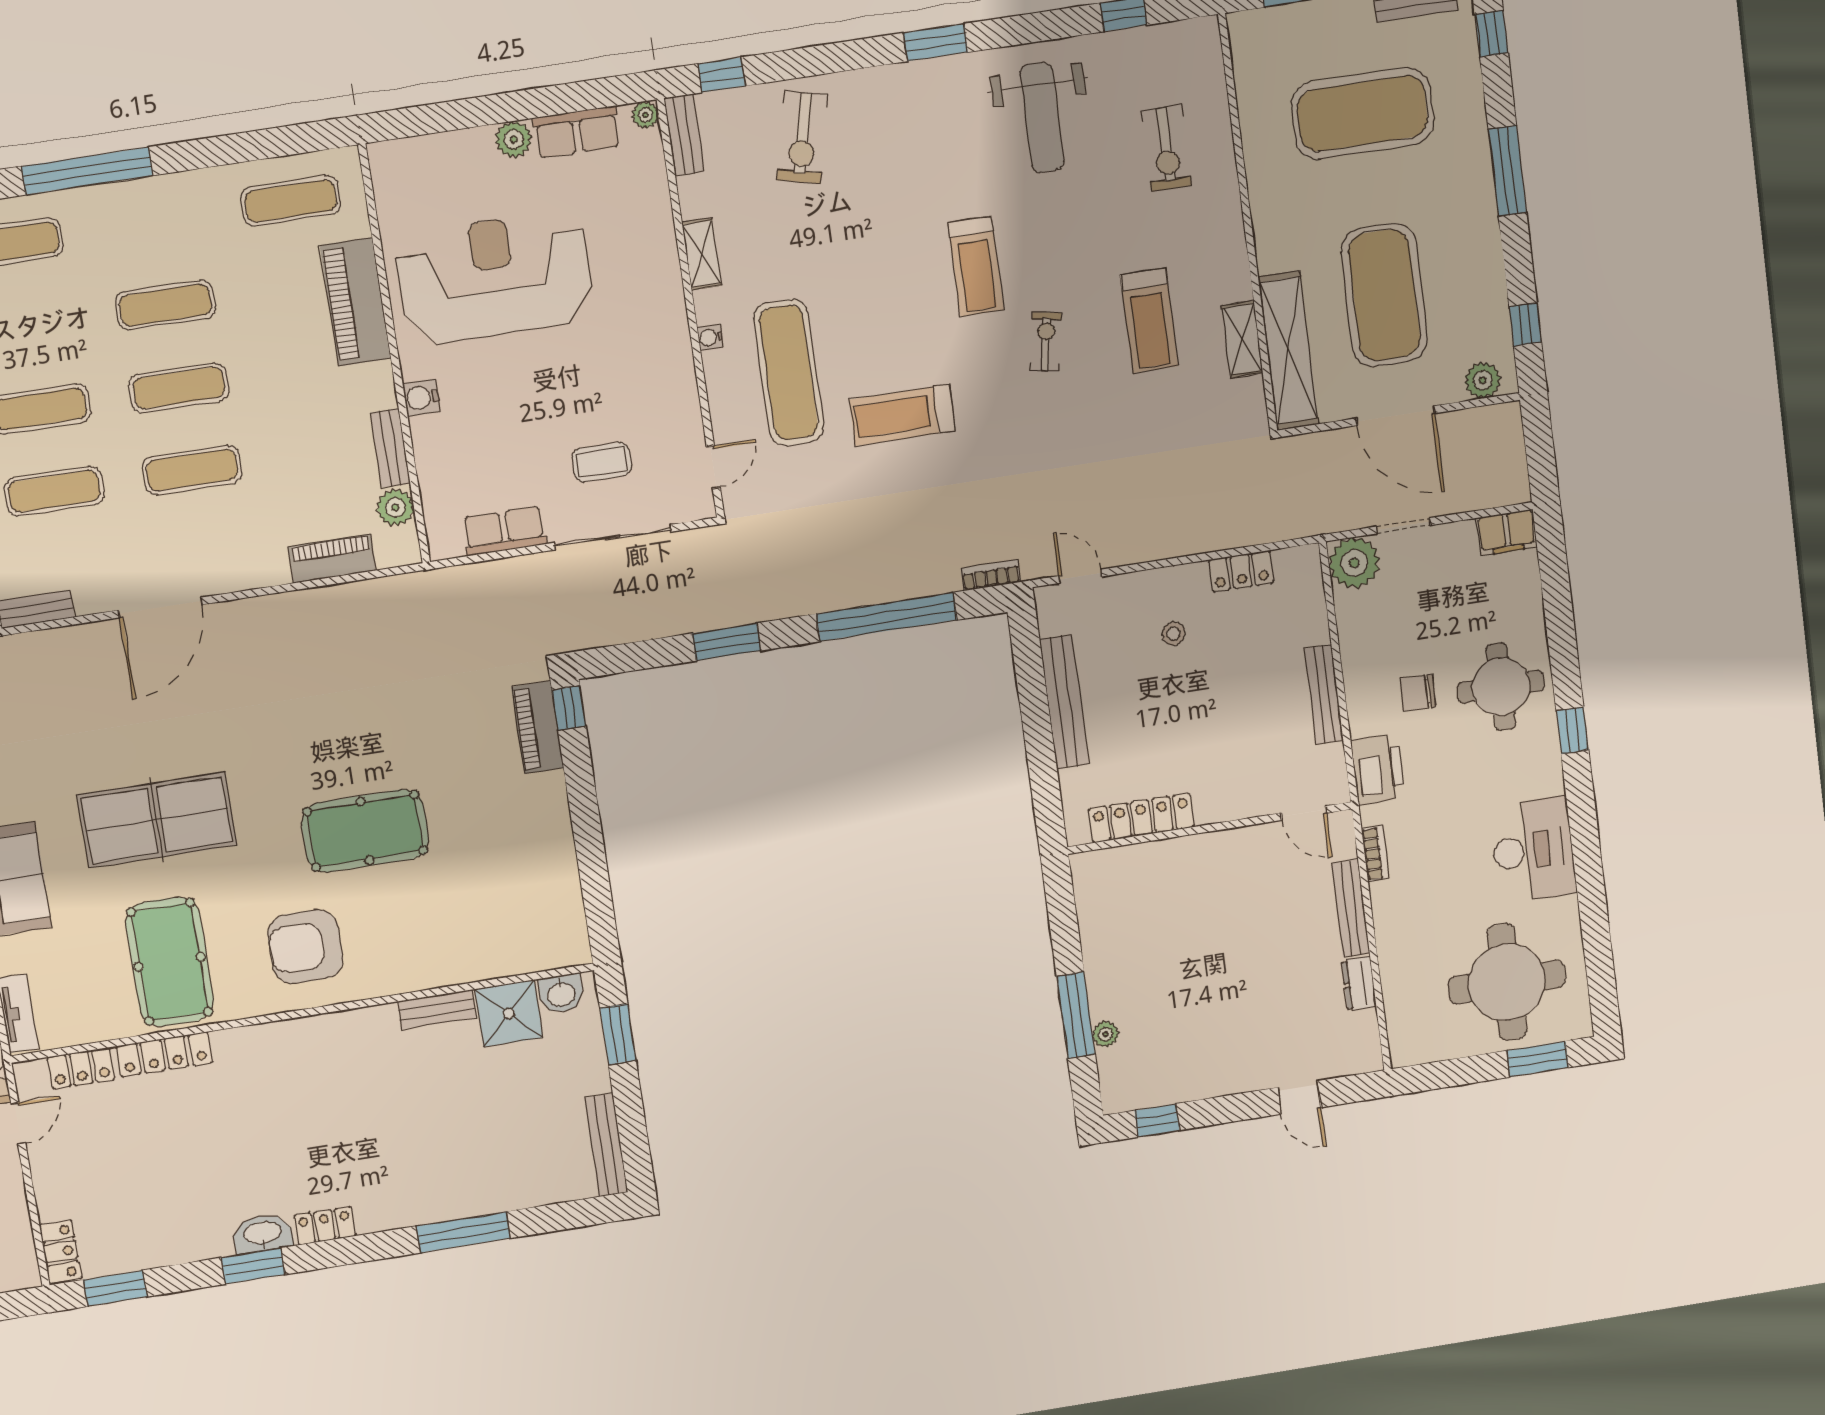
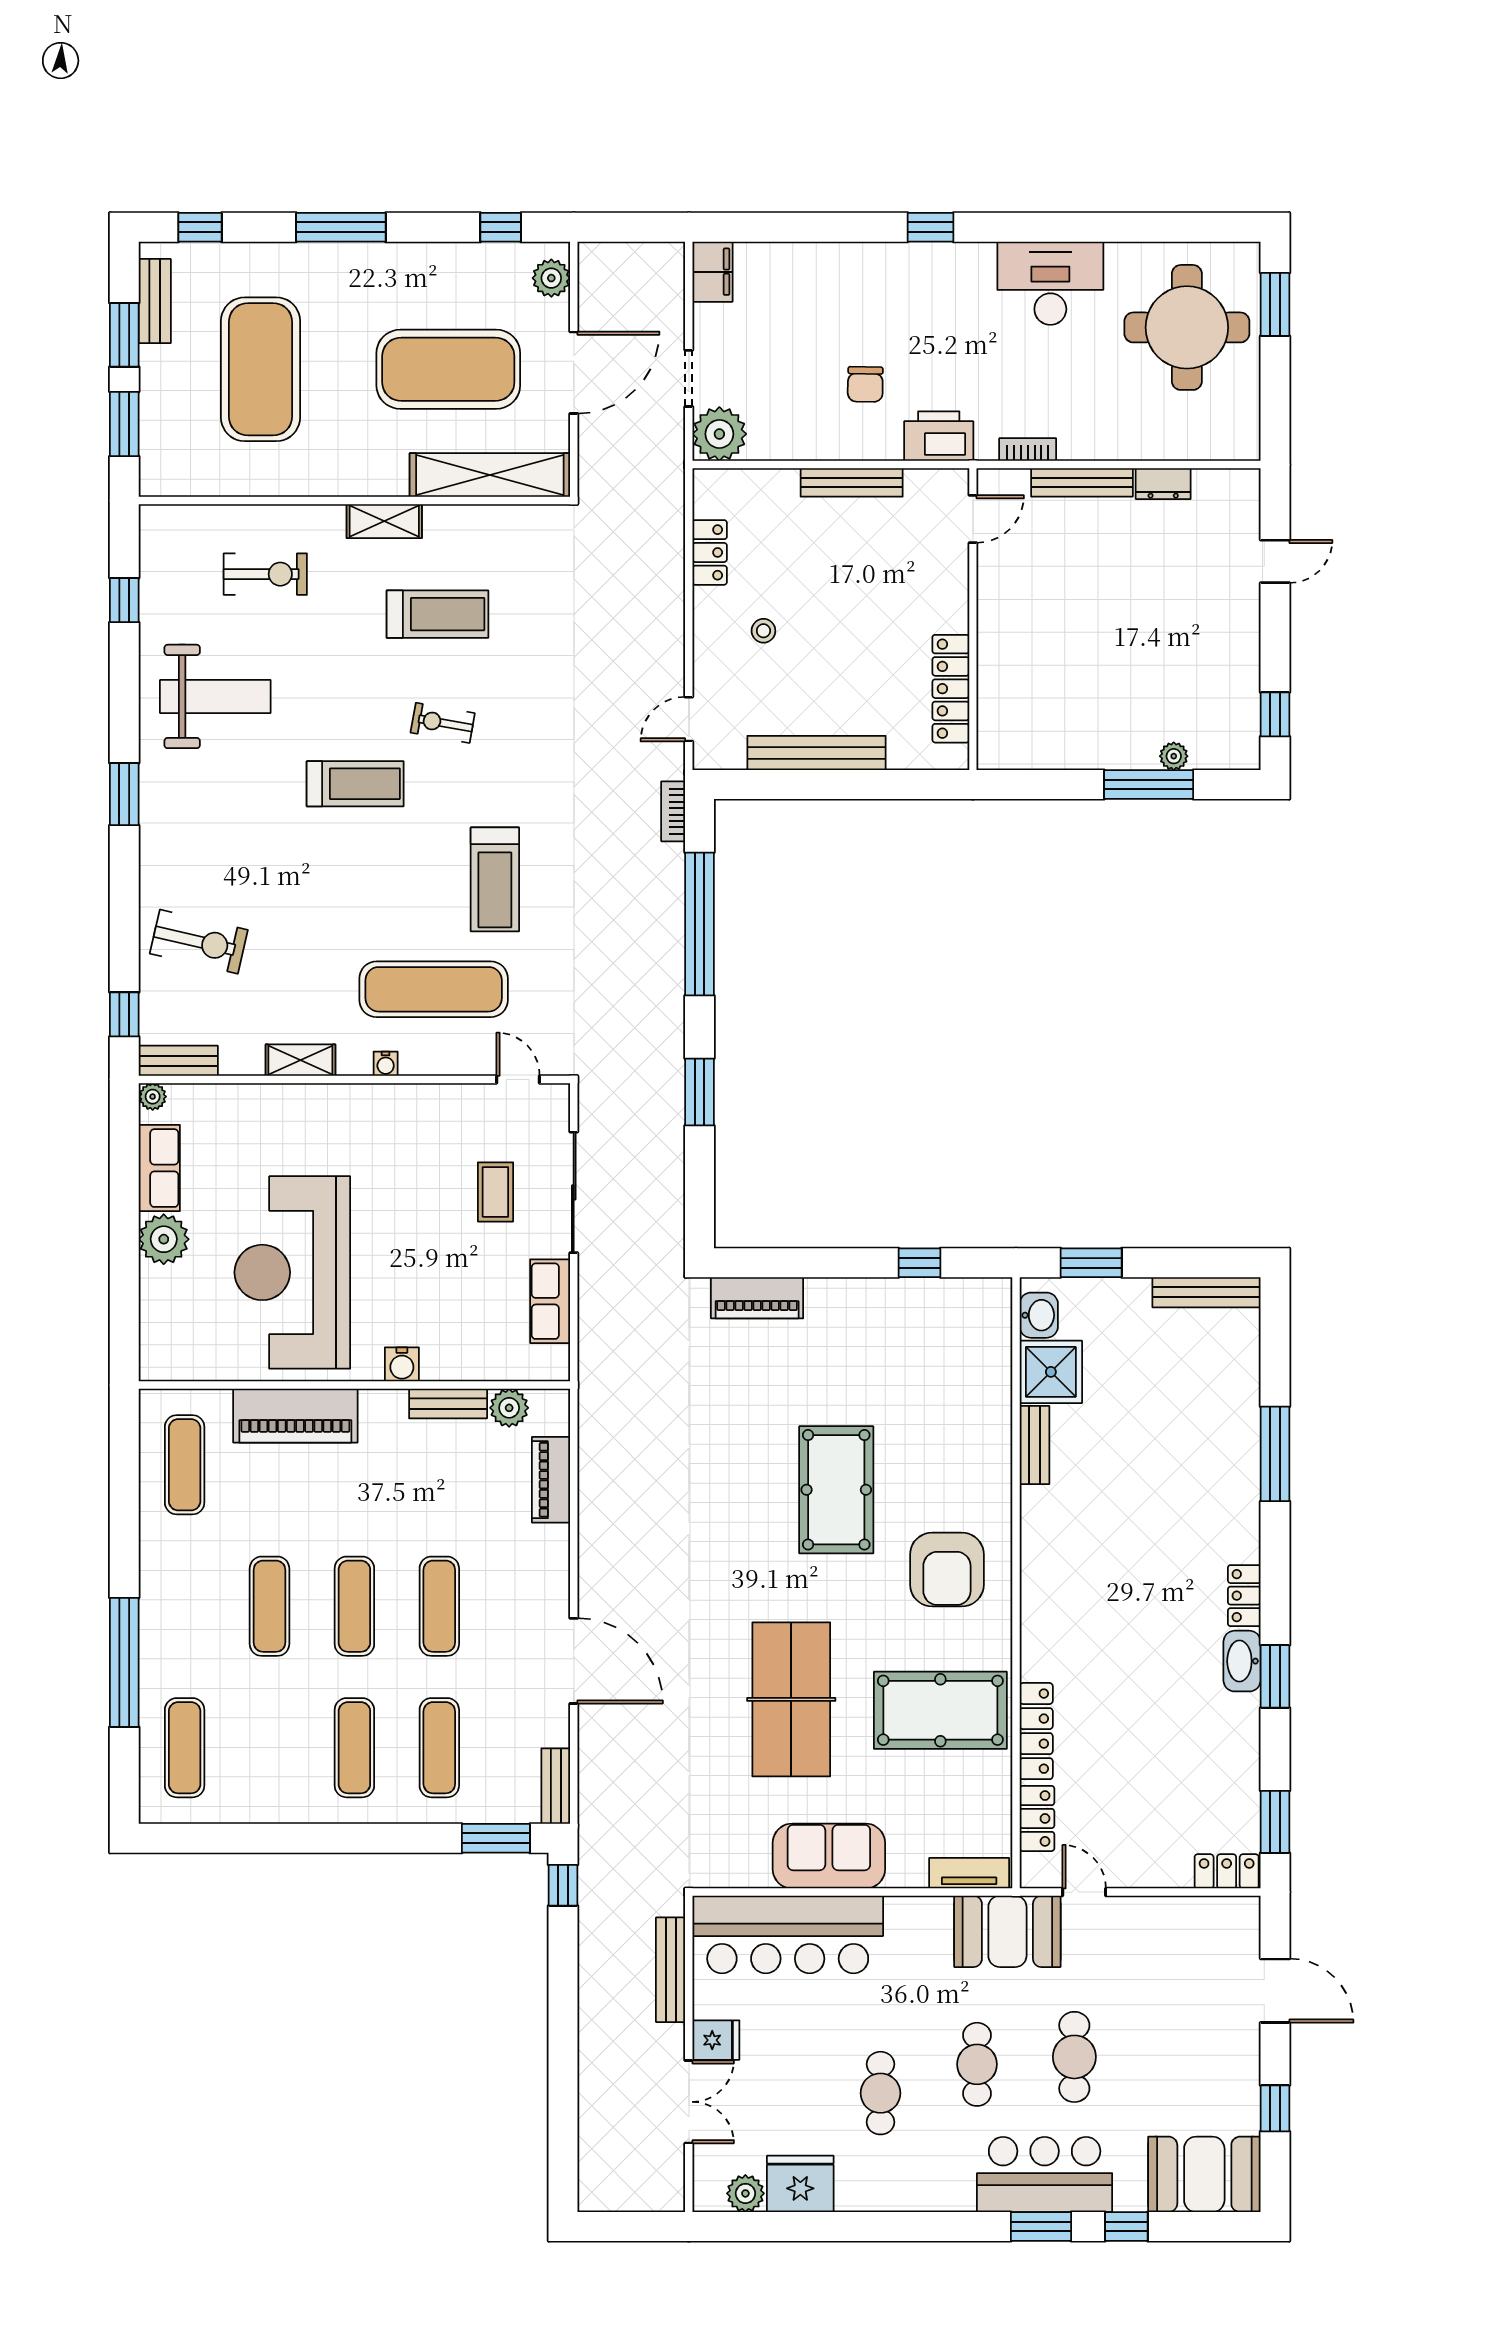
plant: (514, 139) -> (164, 1239), width x1.36, depth x1.36
shelving: (1242, 339) -> (384, 521), moved
round table: (1501, 687) -> (873, 297), removed
window: (569, 708) -> (919, 1263), moved

